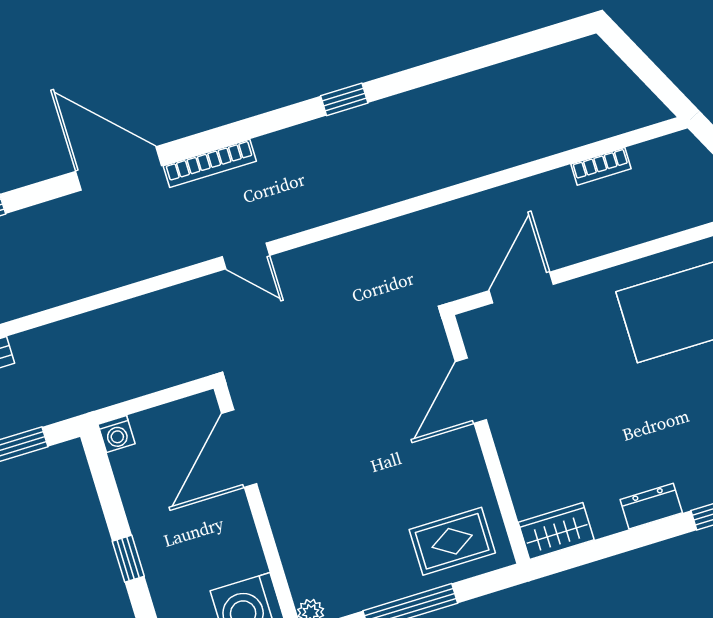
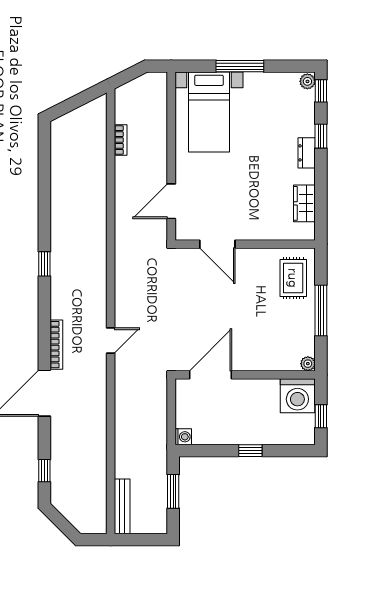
door: (521, 288) -> (171, 201), hinge flipped
door: (239, 449) -> (211, 375), swing flipped
dresser: (651, 506) -> (307, 153), moved
wardrobe: (556, 531) -> (304, 203), moved

